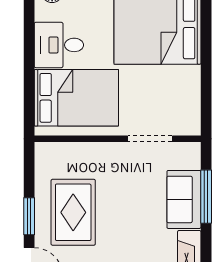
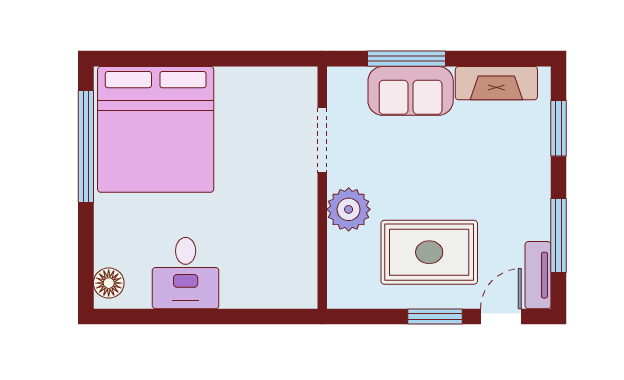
bed: (76, 98) -> (263, 248), removed
plant: (103, 157) -> (349, 209), added

